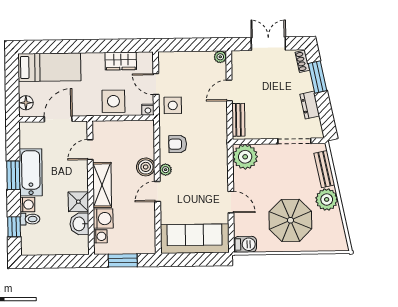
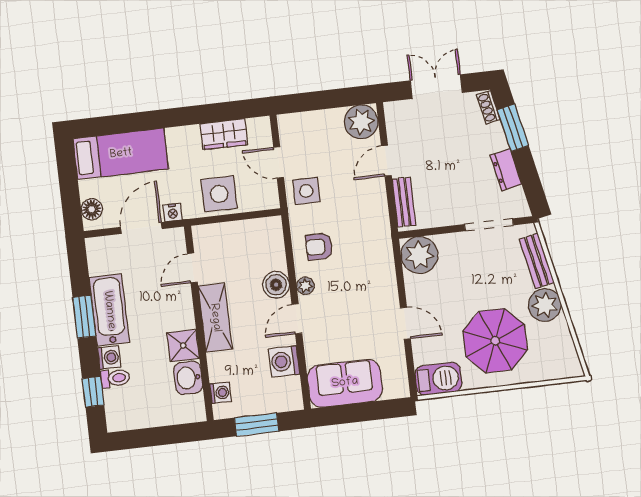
plant: (220, 57) -> (361, 122), width x1.88, depth x1.88
nightstand: (148, 110) -> (173, 212), moved
washing machine: (103, 219) -> (284, 361), moved, turned 180
sofa: (195, 239) -> (345, 383), width x0.73
barbecue: (245, 244) -> (438, 379), width x1.38, depth x1.27

